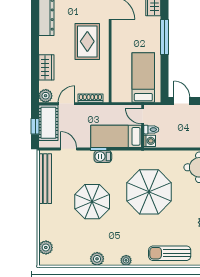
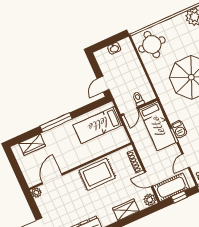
rug: (87, 41) -> (97, 174), moved
washing machine: (150, 141) -> (148, 96), removed

